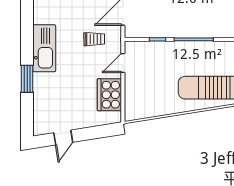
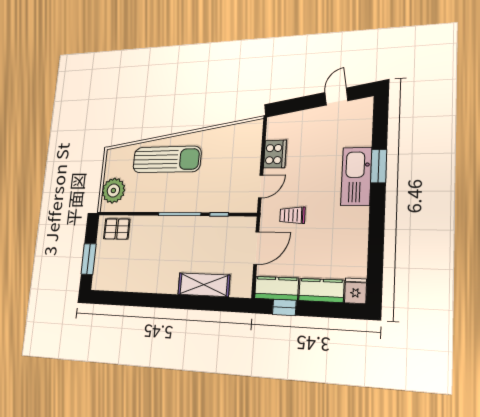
kitchen sink: (44, 48) -> (356, 176), moved
cooker: (109, 95) -> (275, 154), width x0.73, depth x0.76

